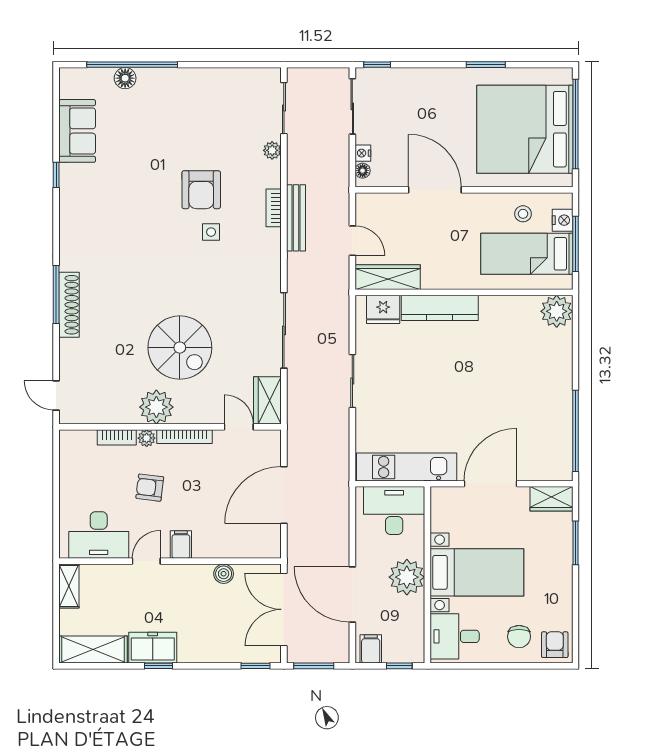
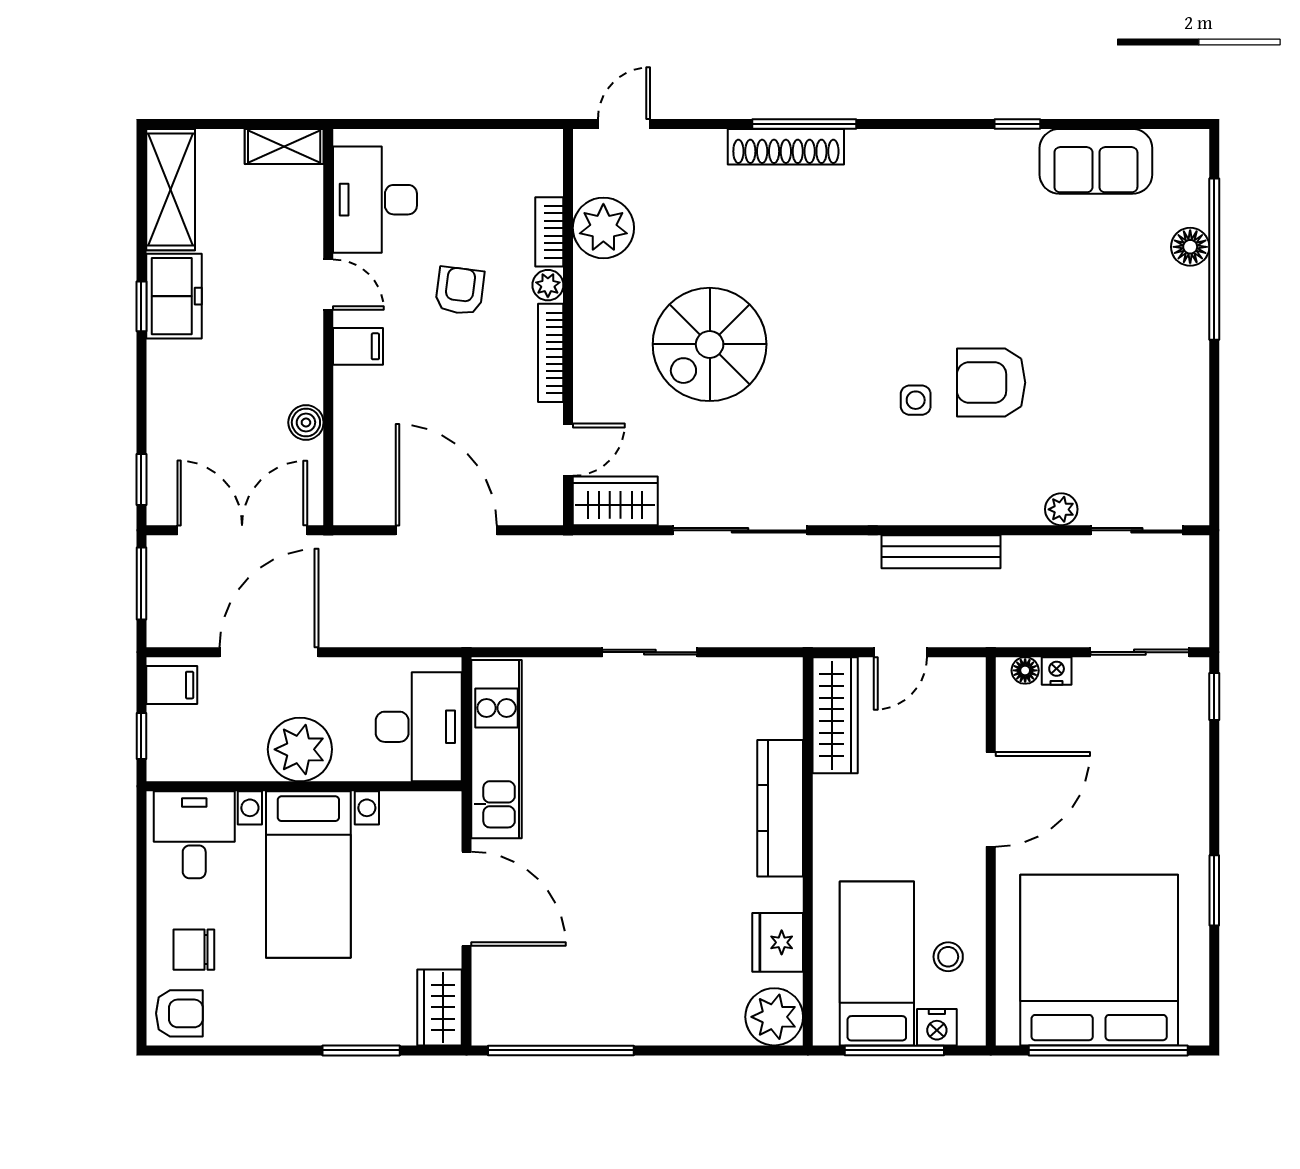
bookcase: (274, 208) -> (959, 512), removed
fridge: (383, 309) -> (778, 942), moved
plant: (156, 407) -> (603, 228), moved

